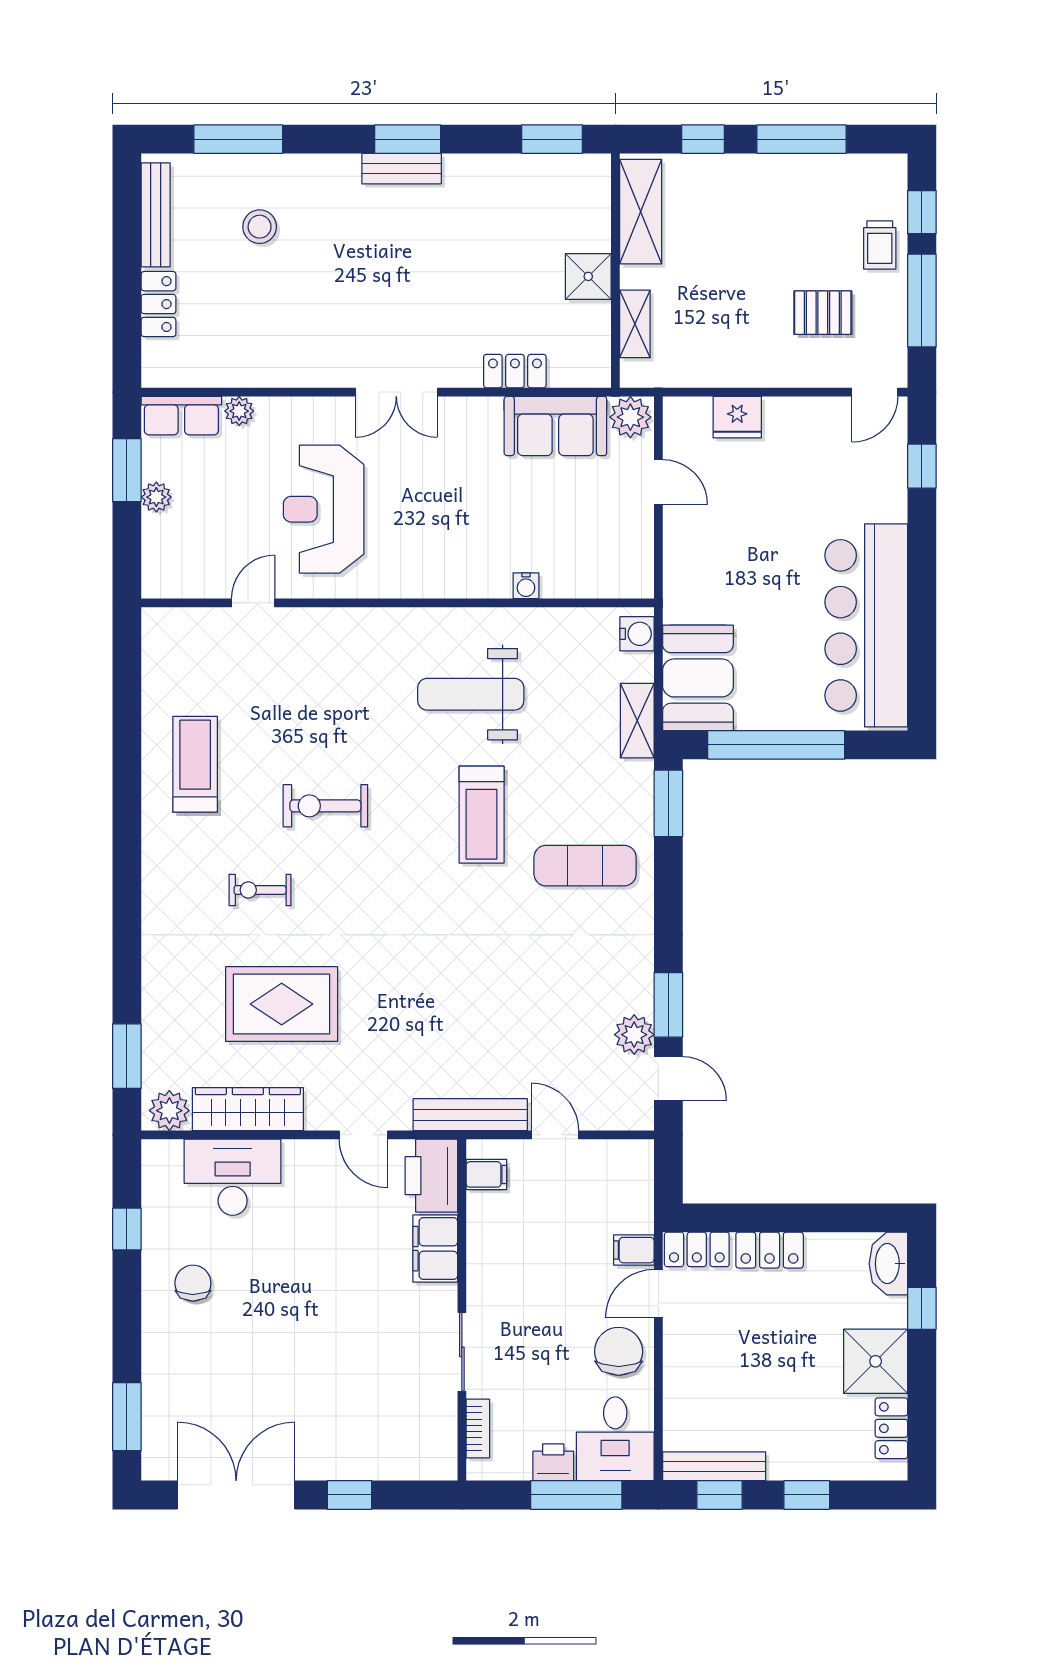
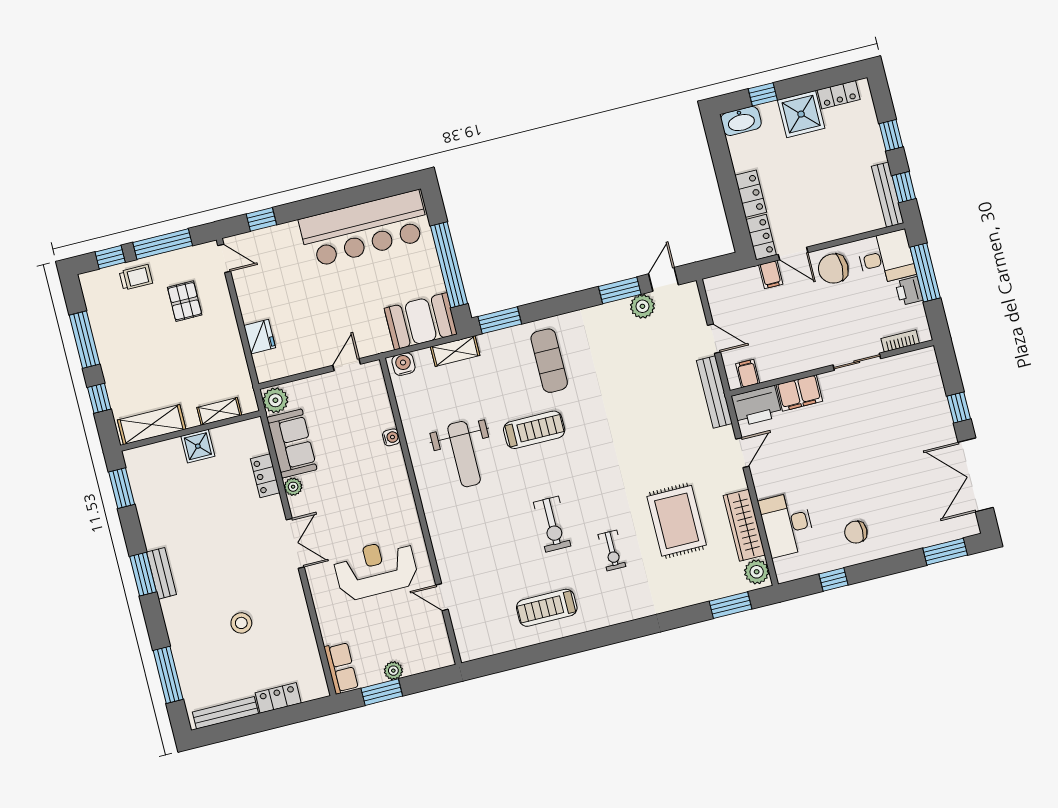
stool: (260, 227) -> (241, 623), moved
plant: (239, 411) -> (293, 487), moved
door: (658, 482) -> (347, 365), moved
reception desk: (324, 509) -> (376, 569), turned 180
door: (555, 1135) -> (714, 339), swing flipped

